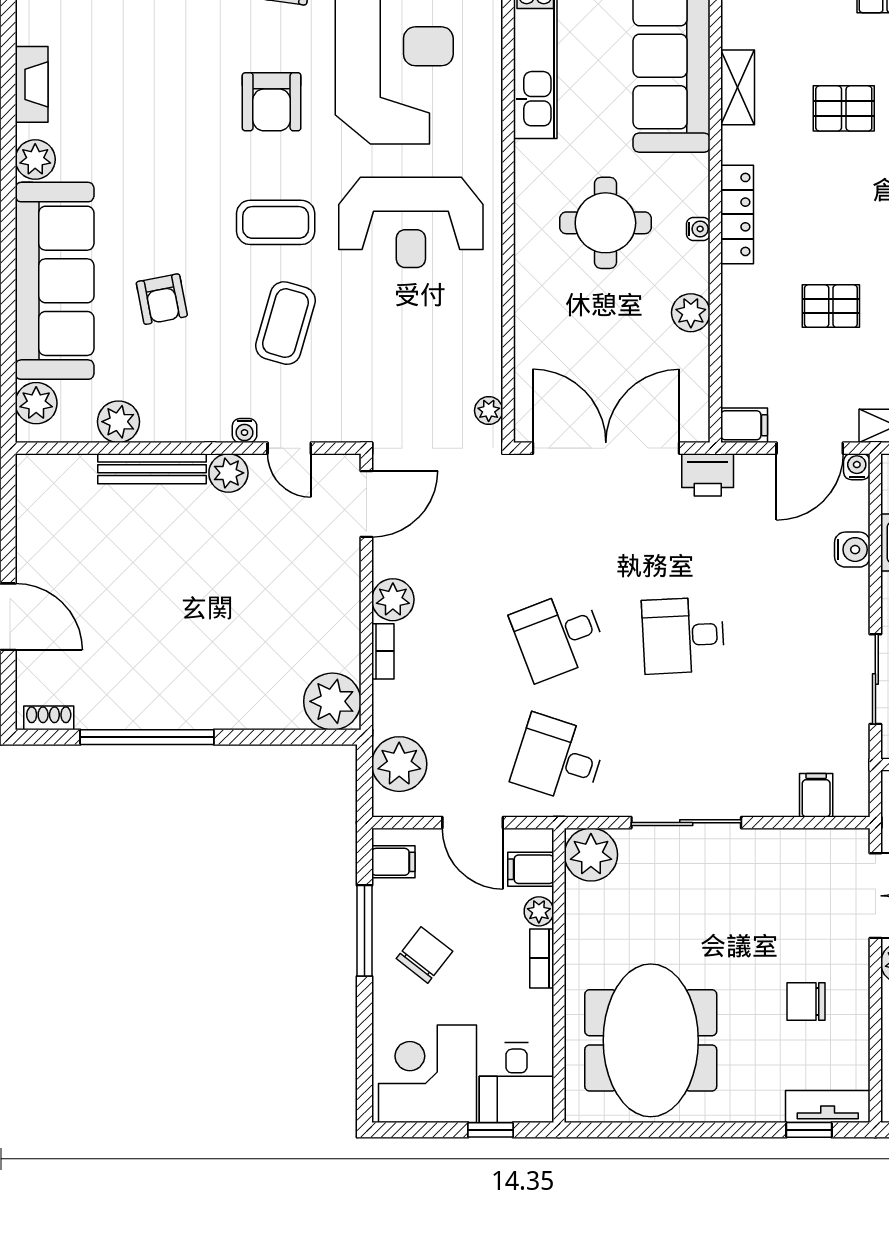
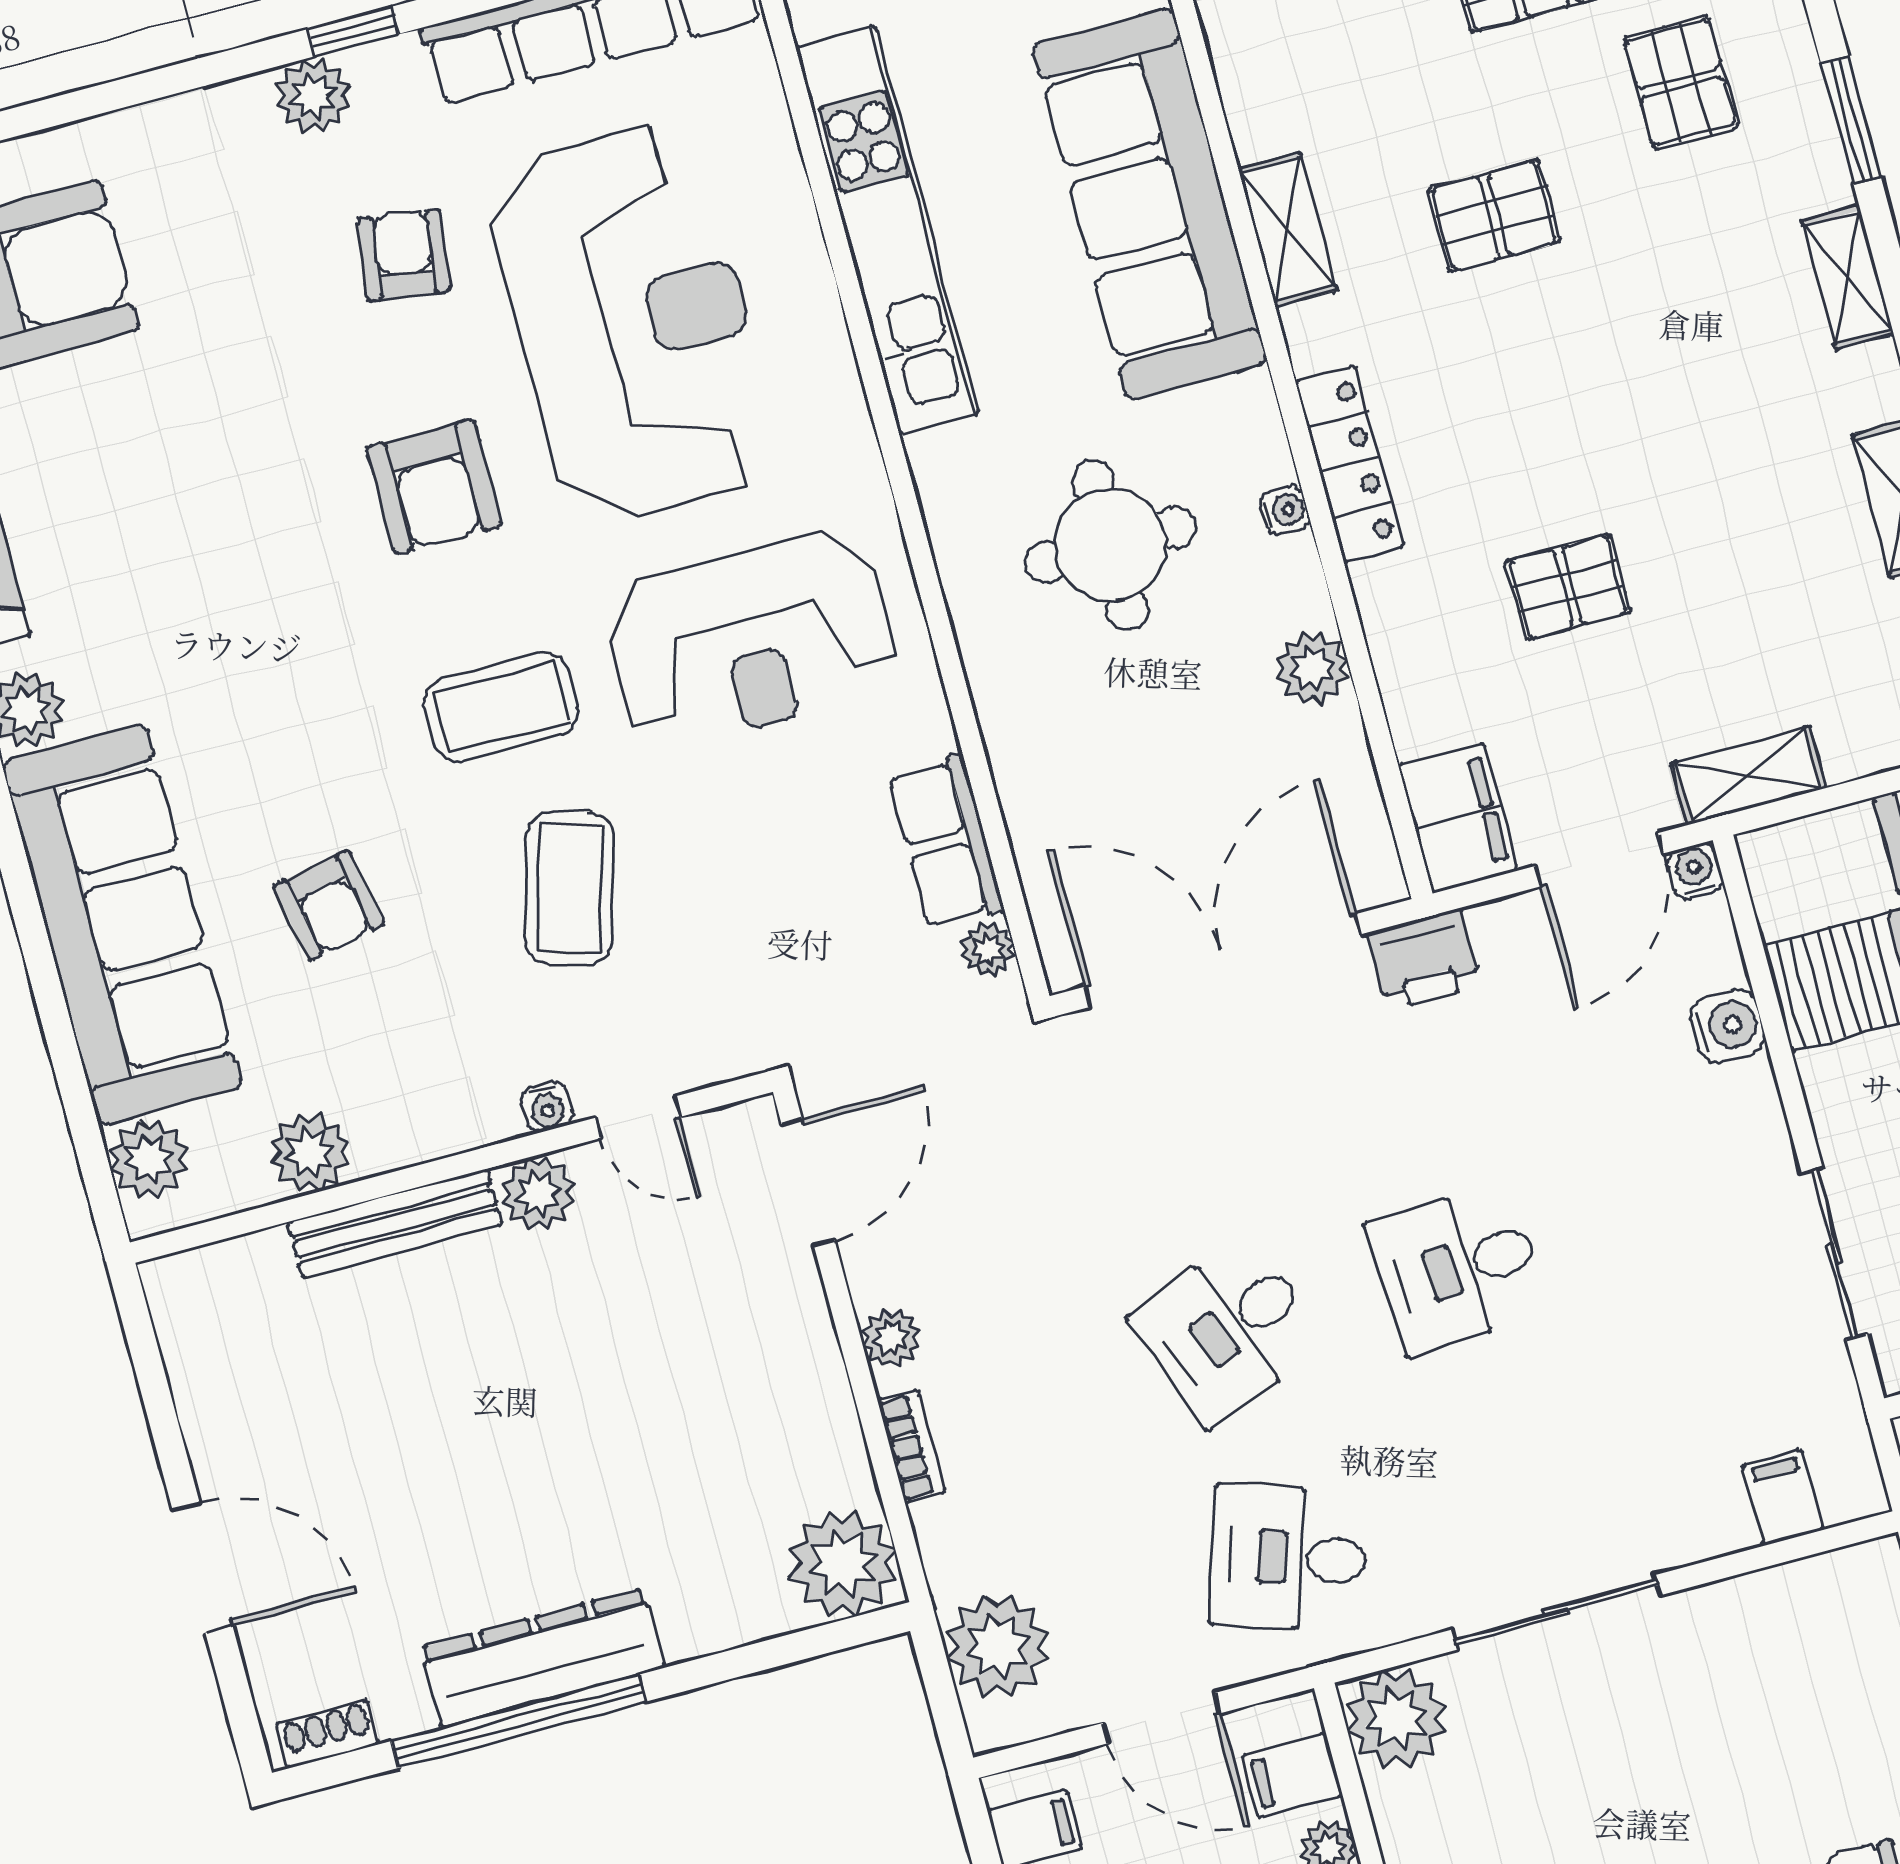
row of seats: (482, 351) -> (946, 842), added
filing cabinet: (744, 425) -> (1458, 818), width x2.00
plant: (393, 600) -> (891, 1338), width x0.73, depth x0.73
dresser: (168, 708) -> (542, 1658), added

